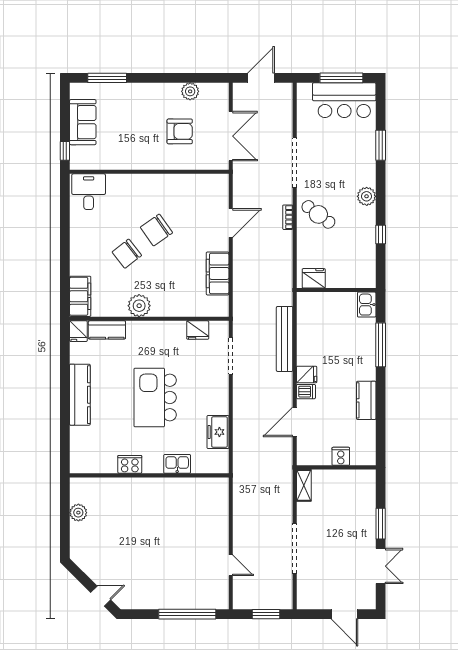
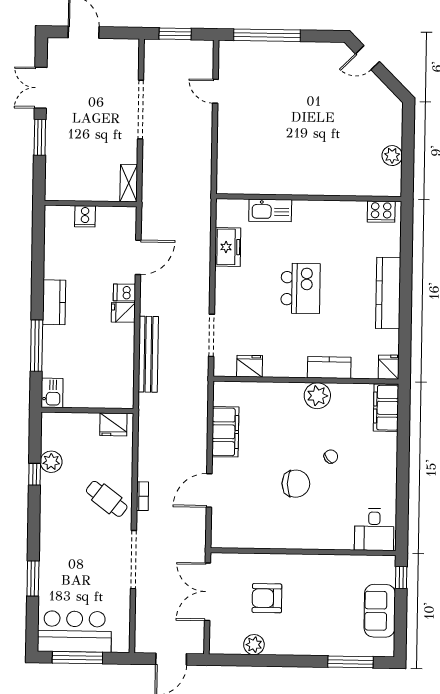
plant: (367, 196) -> (51, 462), moved
chair: (156, 230) -> (296, 484), turned 35
chair: (127, 254) -> (331, 457), width x0.54, depth x0.54
kitchen counter: (107, 330) -> (329, 368), moved
kitchen island: (155, 398) -> (300, 288), width x0.73, depth x0.78
kitchen counter: (366, 400) -> (54, 302), moved
cooker: (130, 464) -> (381, 212), moved
kitchen sink: (177, 464) -> (270, 210), width x1.38

